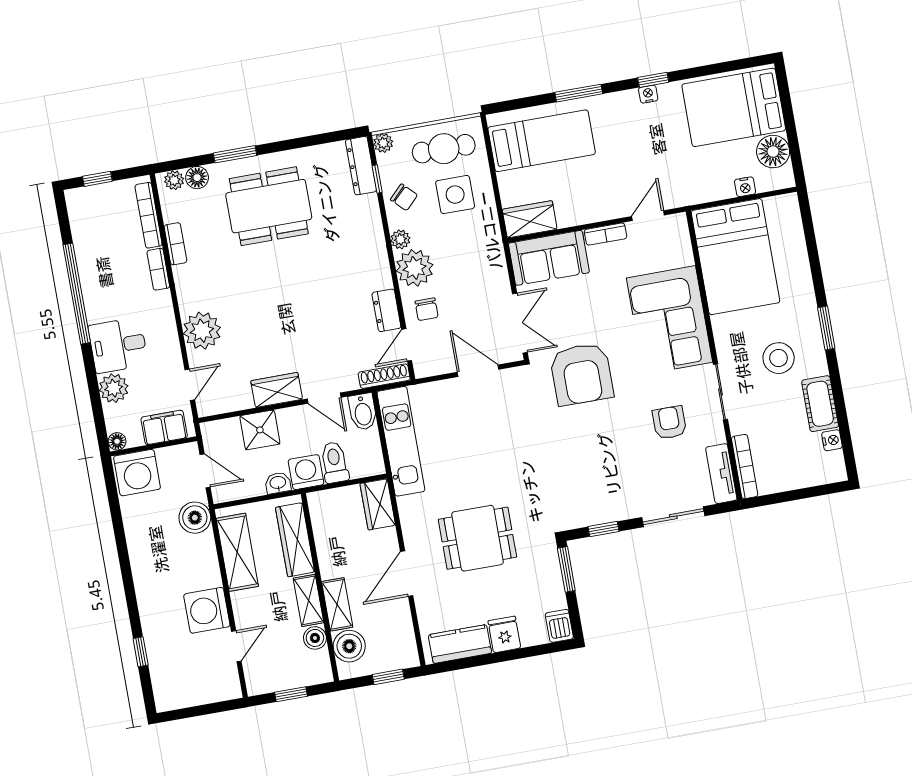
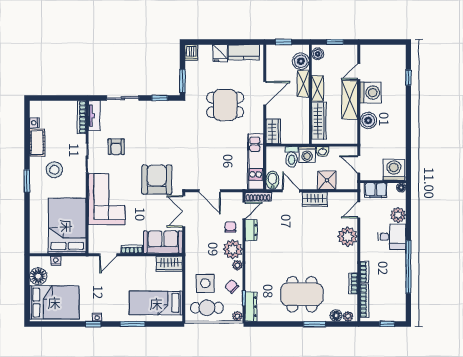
boiler: (195, 518) -> (368, 120), moved
shelving: (237, 552) -> (350, 100), moved
boiler: (315, 638) -> (318, 54), moved

